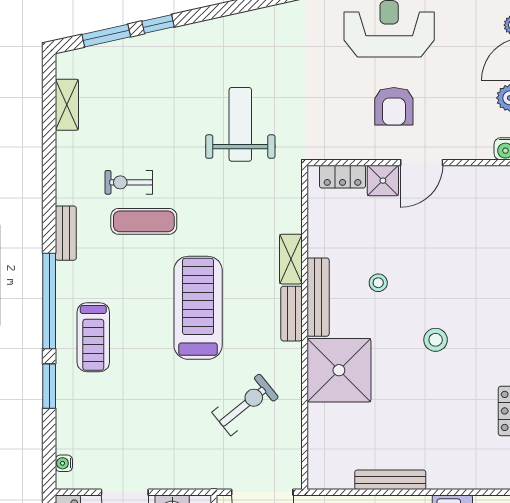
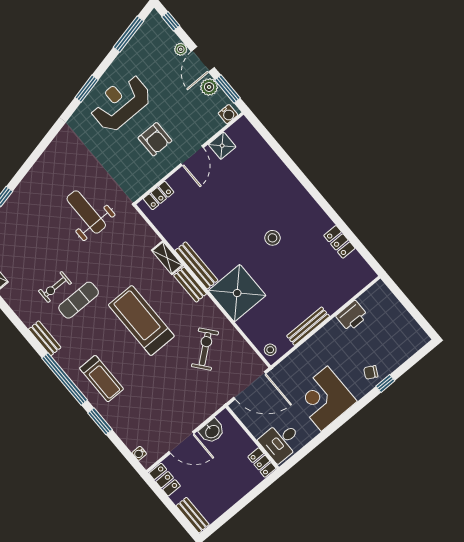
shower: (383, 181) -> (222, 146), moved
stool: (378, 283) -> (270, 350), moved

